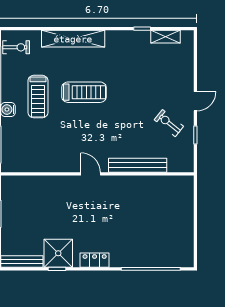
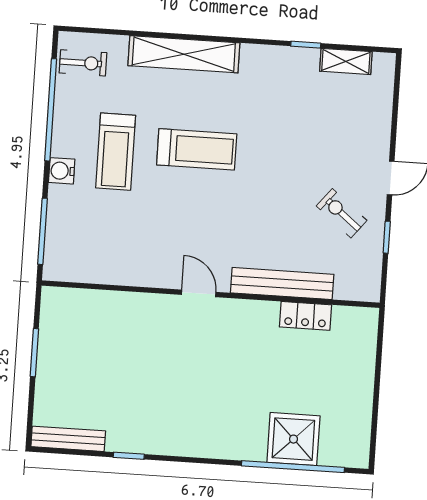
shower: (58, 253) -> (293, 439), moved
locker: (95, 260) -> (305, 316), moved, turned 180

